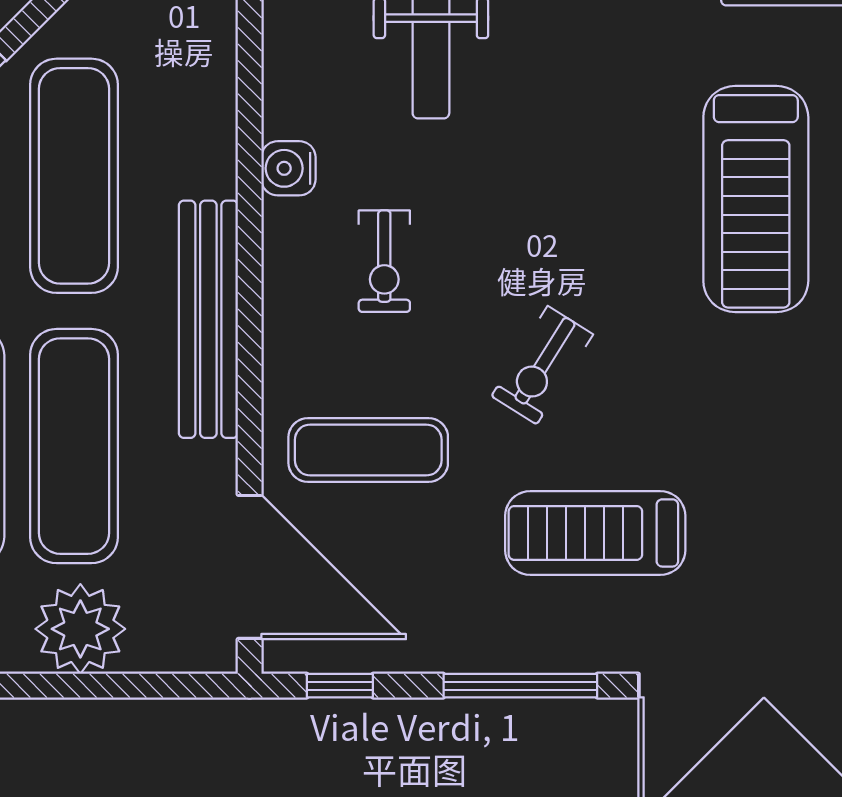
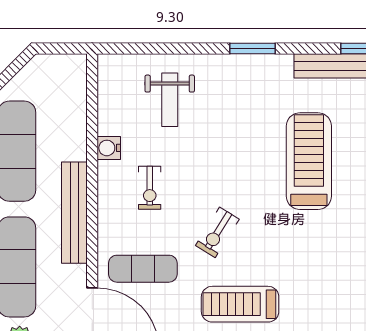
treadmill: (756, 199) -> (309, 161), turned 180

